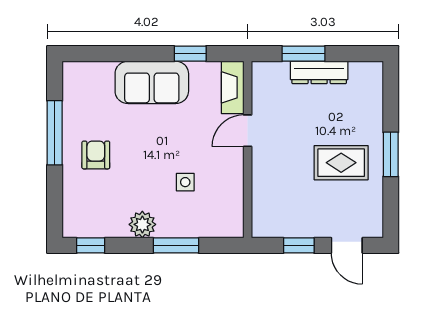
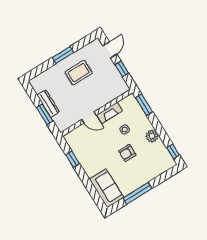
sofa: (152, 82) -> (106, 188), moved
fireplace: (233, 87) -> (109, 113), moved
armchair: (96, 155) -> (127, 153), moved
rug: (341, 163) -> (79, 73), turned 90
window: (176, 245) -> (144, 105), moved

